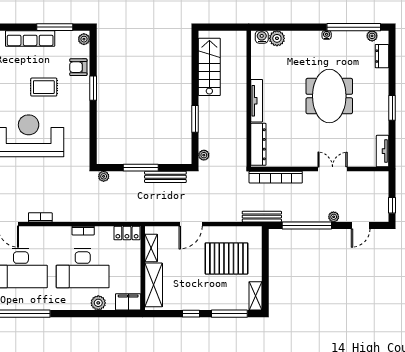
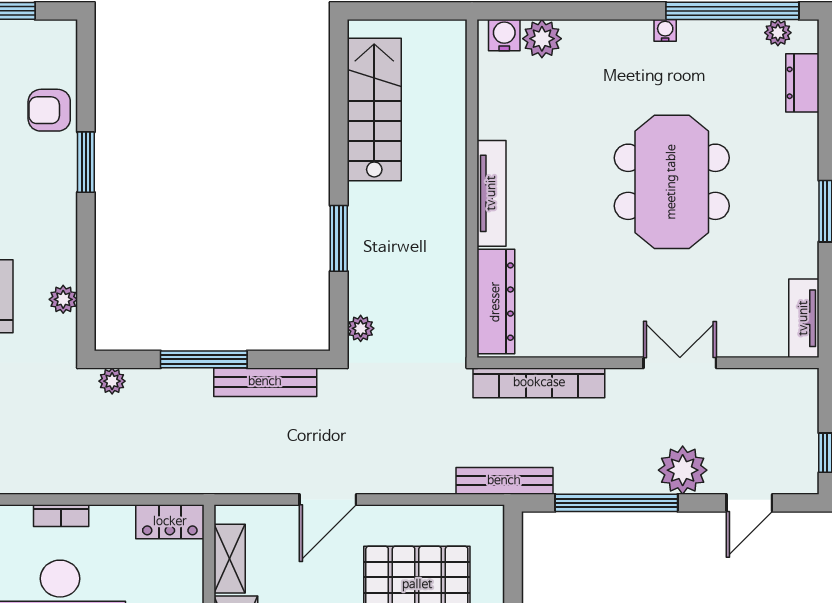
plant: (84, 39) -> (63, 299), moved
plant: (334, 217) -> (683, 470), width x1.87, depth x1.87

